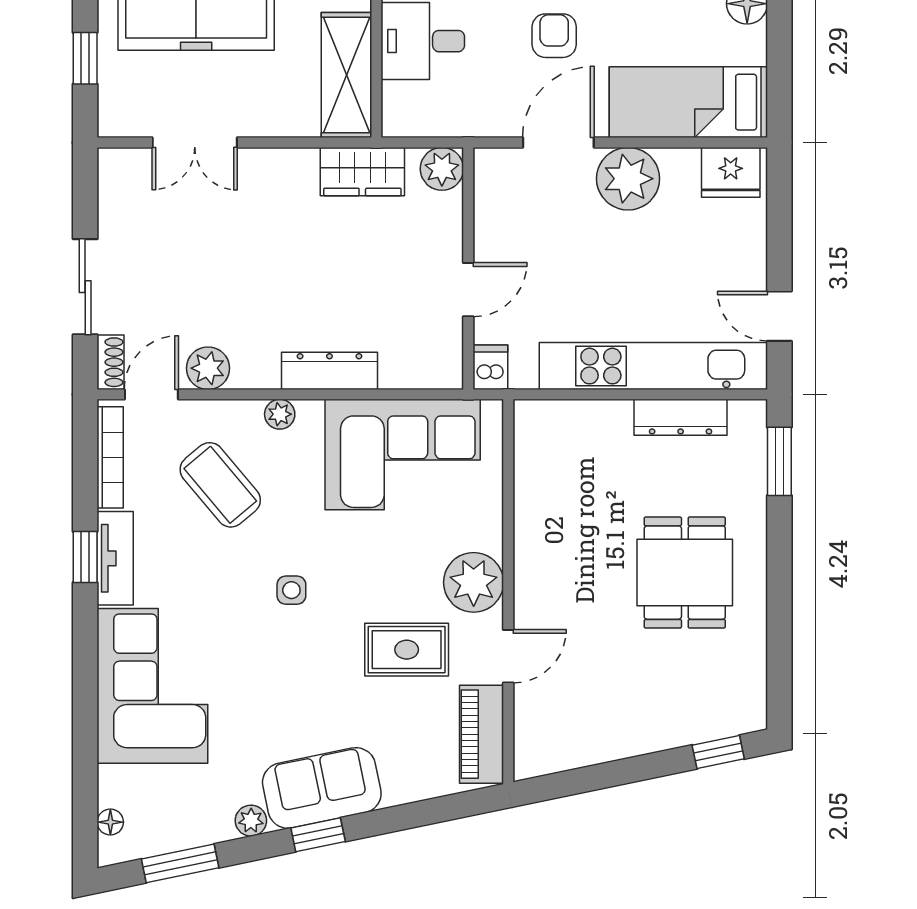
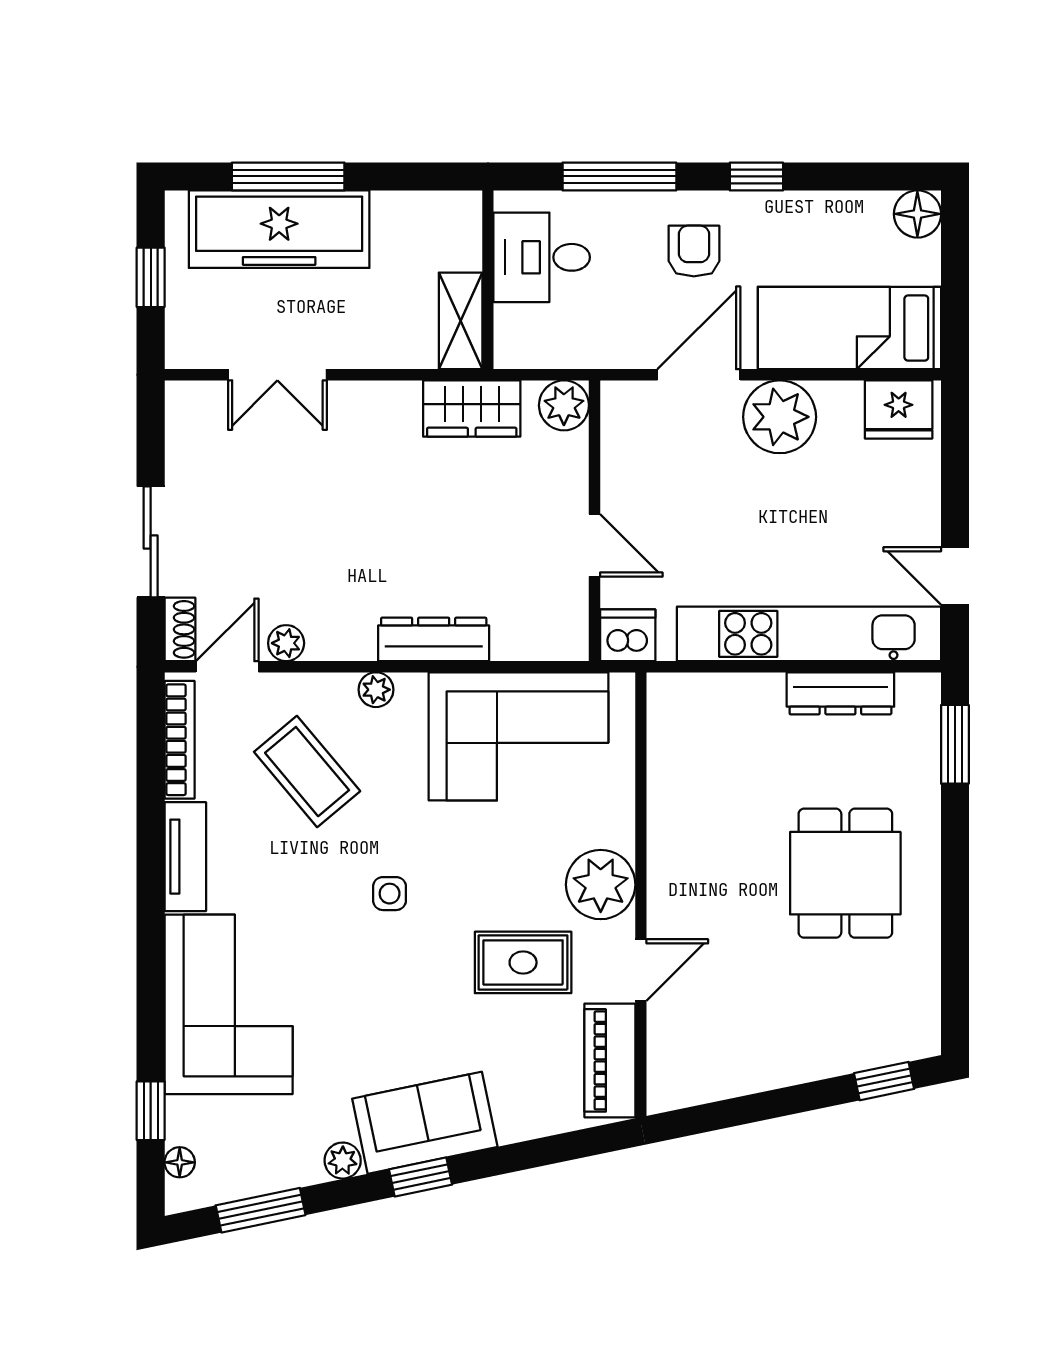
shelving: (346, 75) -> (461, 321), width x0.67, depth x0.75
door: (468, 290) -> (594, 545), hinge flipped
dishwasher: (490, 367) -> (628, 635), width x1.38
plant: (208, 368) -> (286, 643), width x0.73, depth x0.73
window: (85, 557) -> (151, 1111), moved

